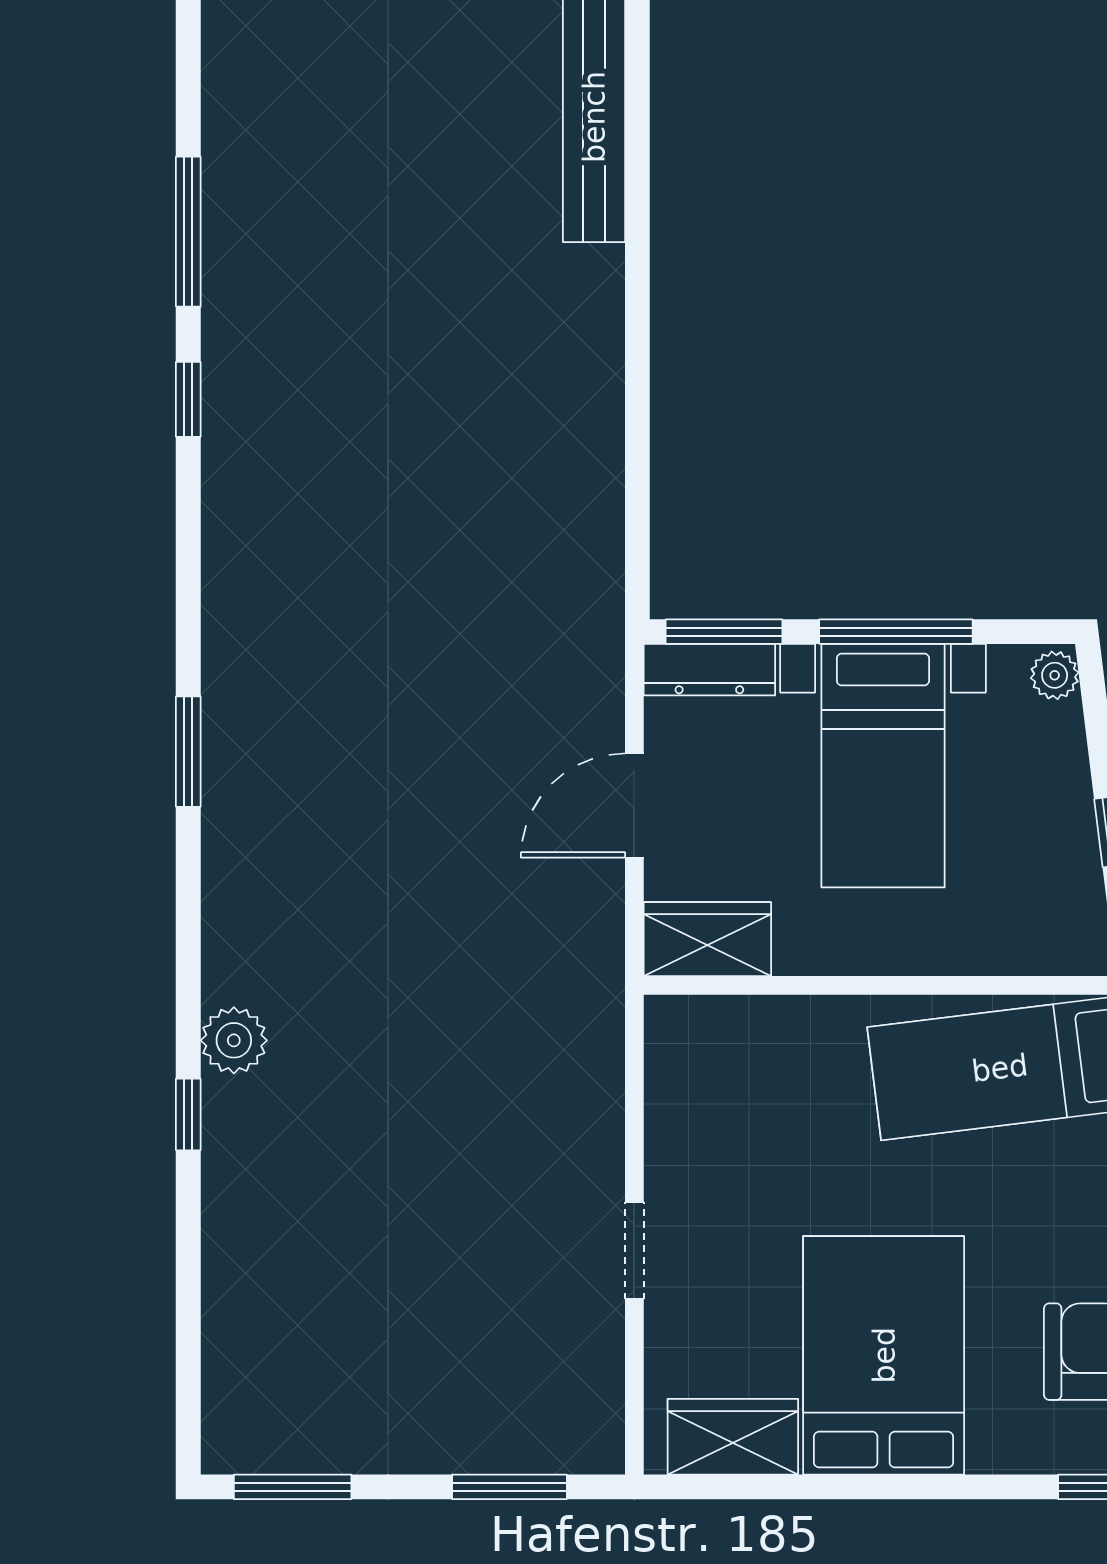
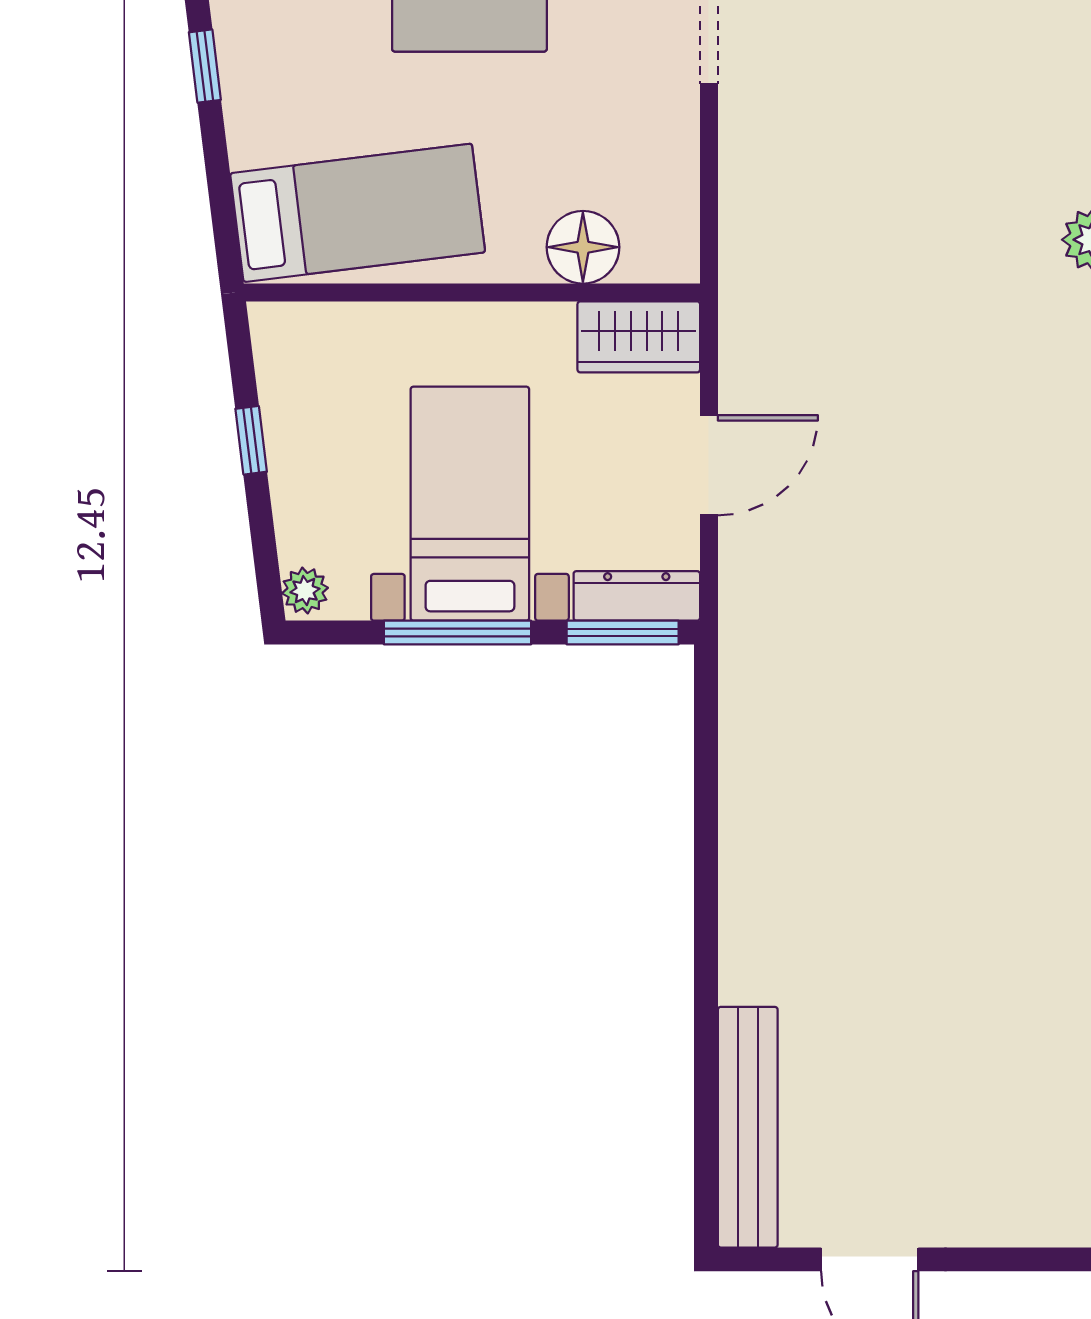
floor lamp: (765, 1033) -> (583, 247), added

